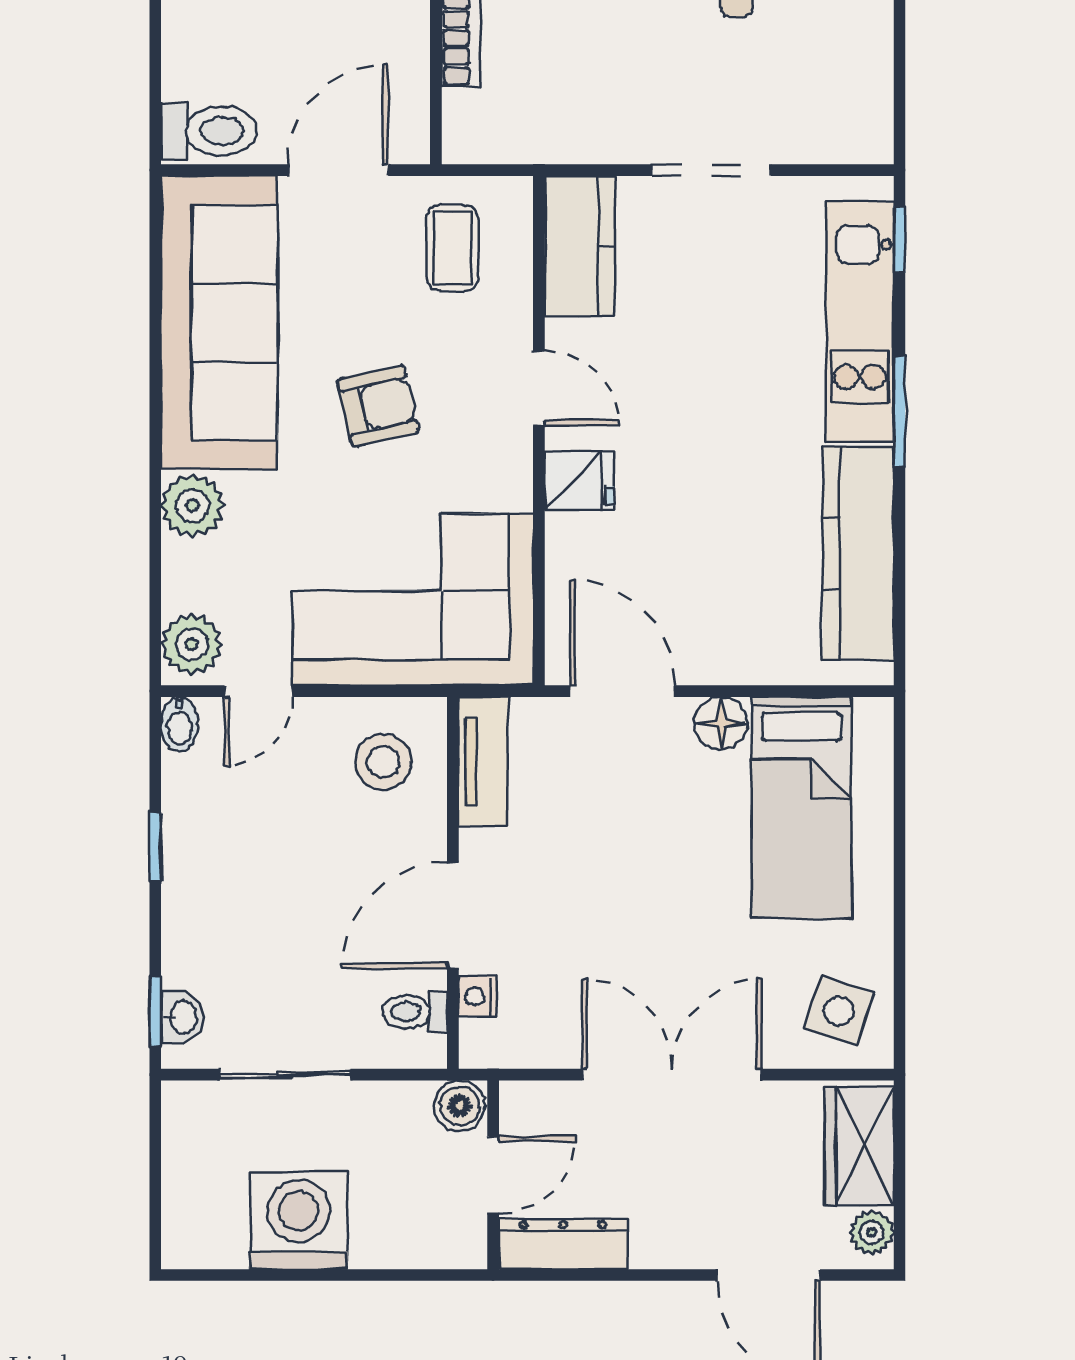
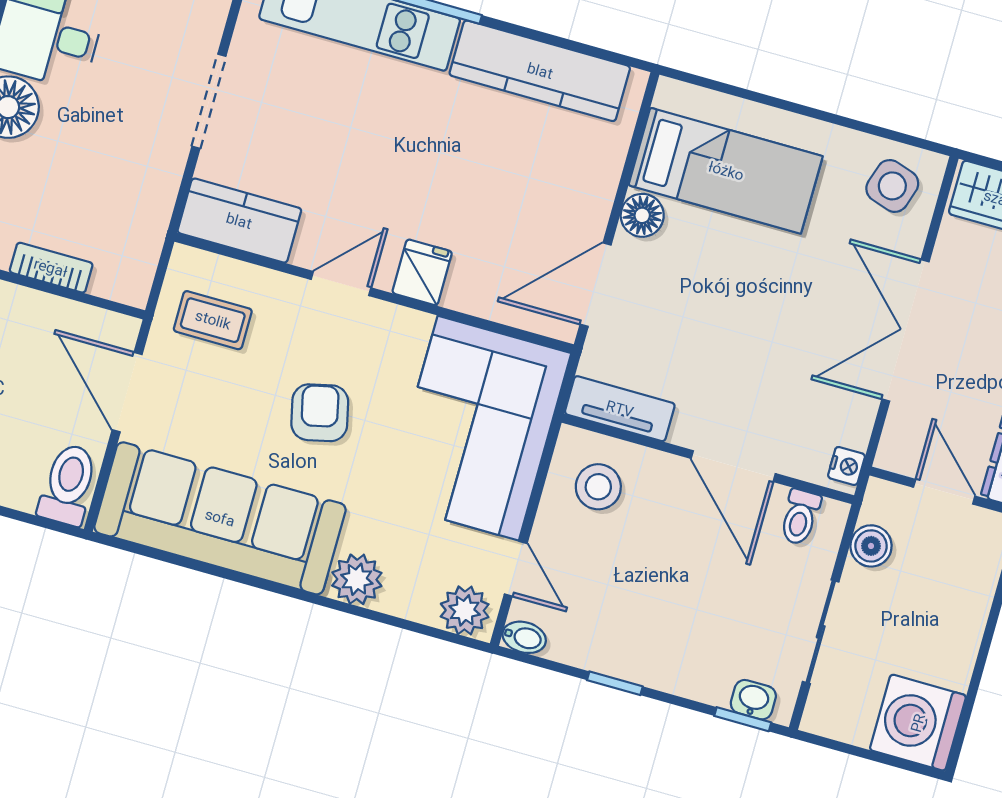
nightstand: (478, 996) -> (846, 466), moved, turned -90
boiler: (460, 1106) -> (871, 546), moved
washing machine: (299, 1221) -> (918, 723), moved

